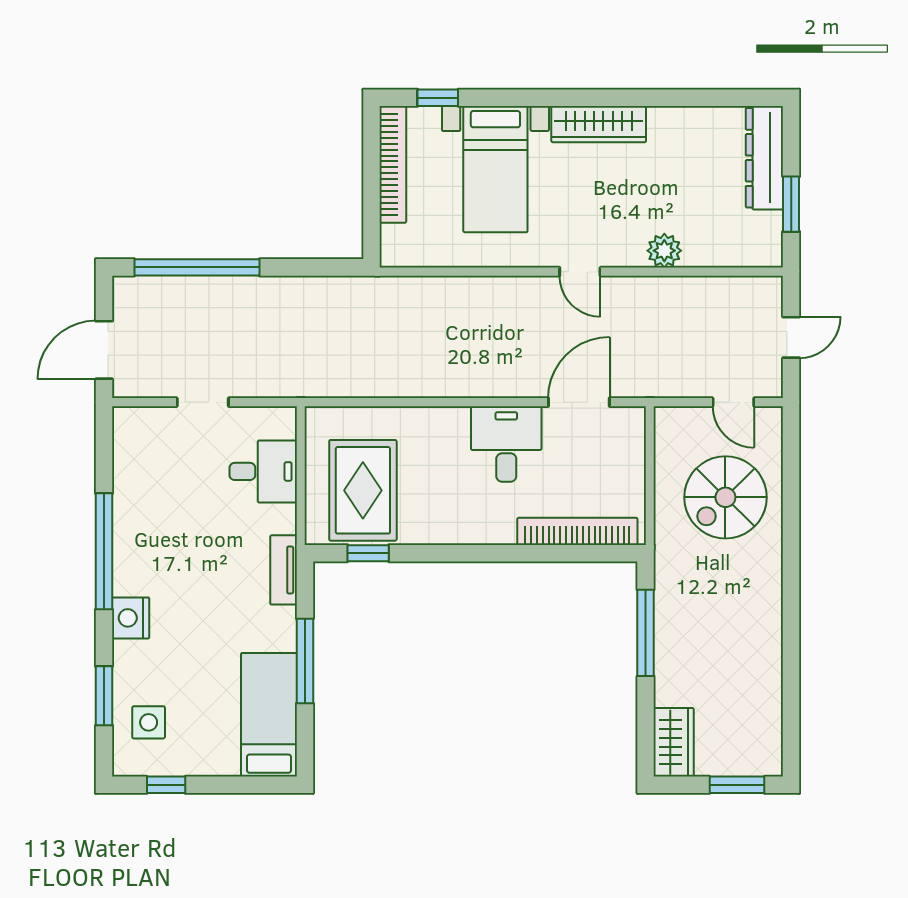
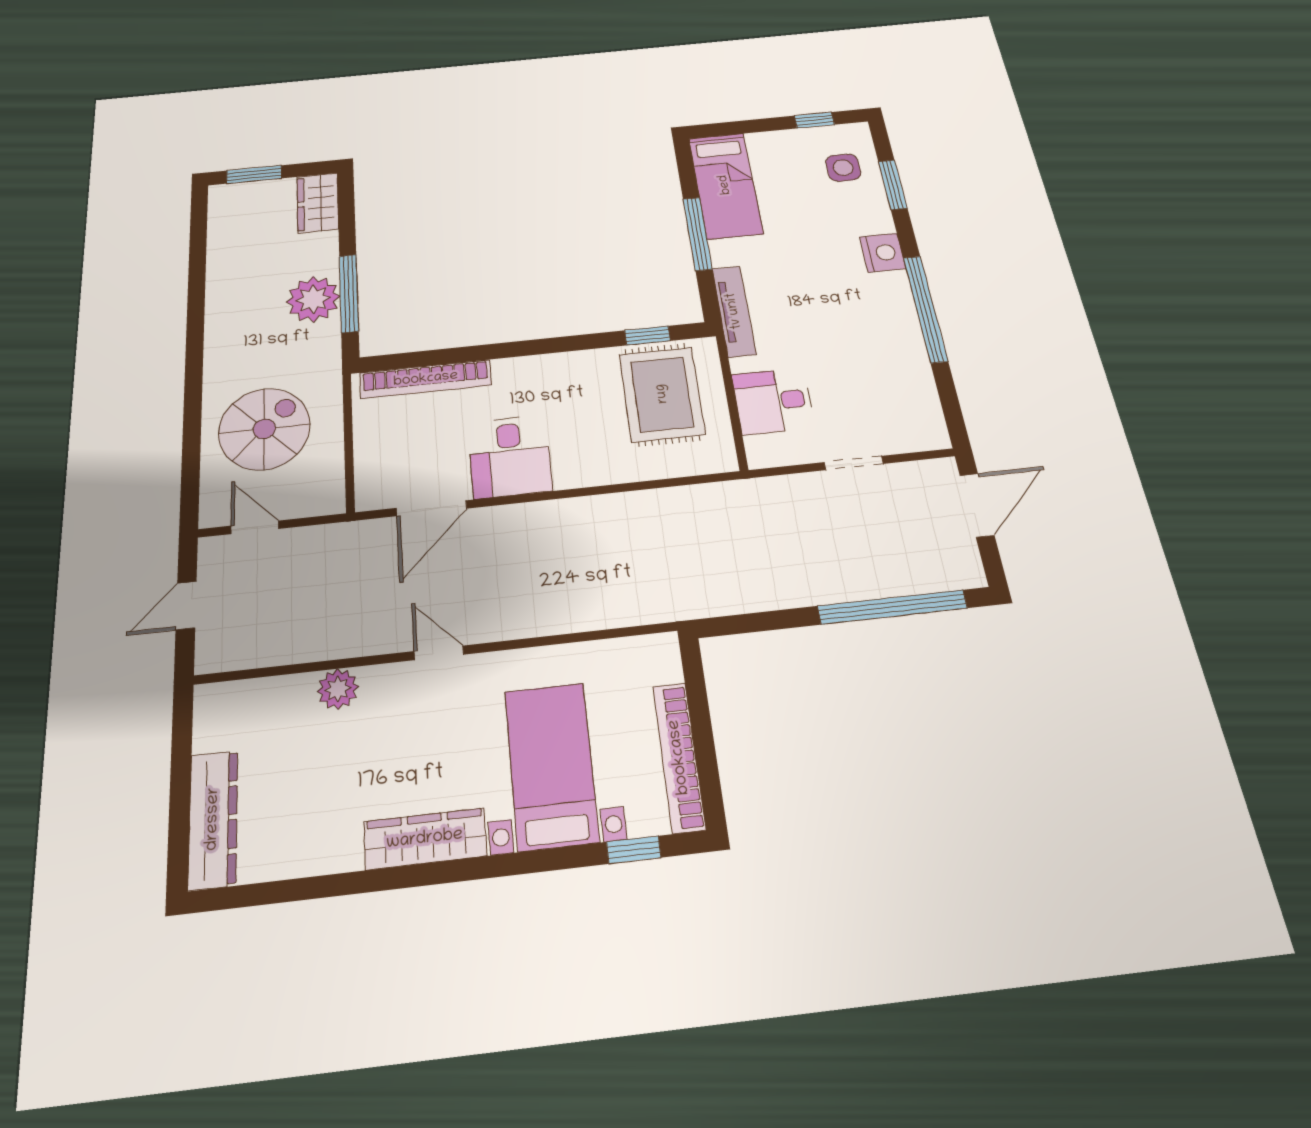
window: (791, 204) -> (181, 764), removed
tv unit: (284, 570) -> (734, 311), width x1.41
plant: (679, 630) -> (313, 299), added

